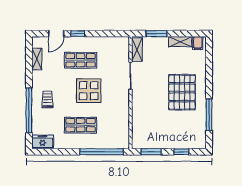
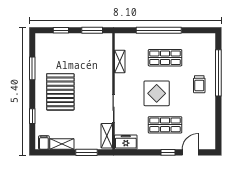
shelving: (37, 59) -> (120, 61), moved
window: (209, 69) -> (32, 116), added
window: (209, 115) -> (32, 68), width x0.69
freezer: (43, 142) -> (126, 142), moved, turned 180
window: (102, 152) -> (159, 30), moved

